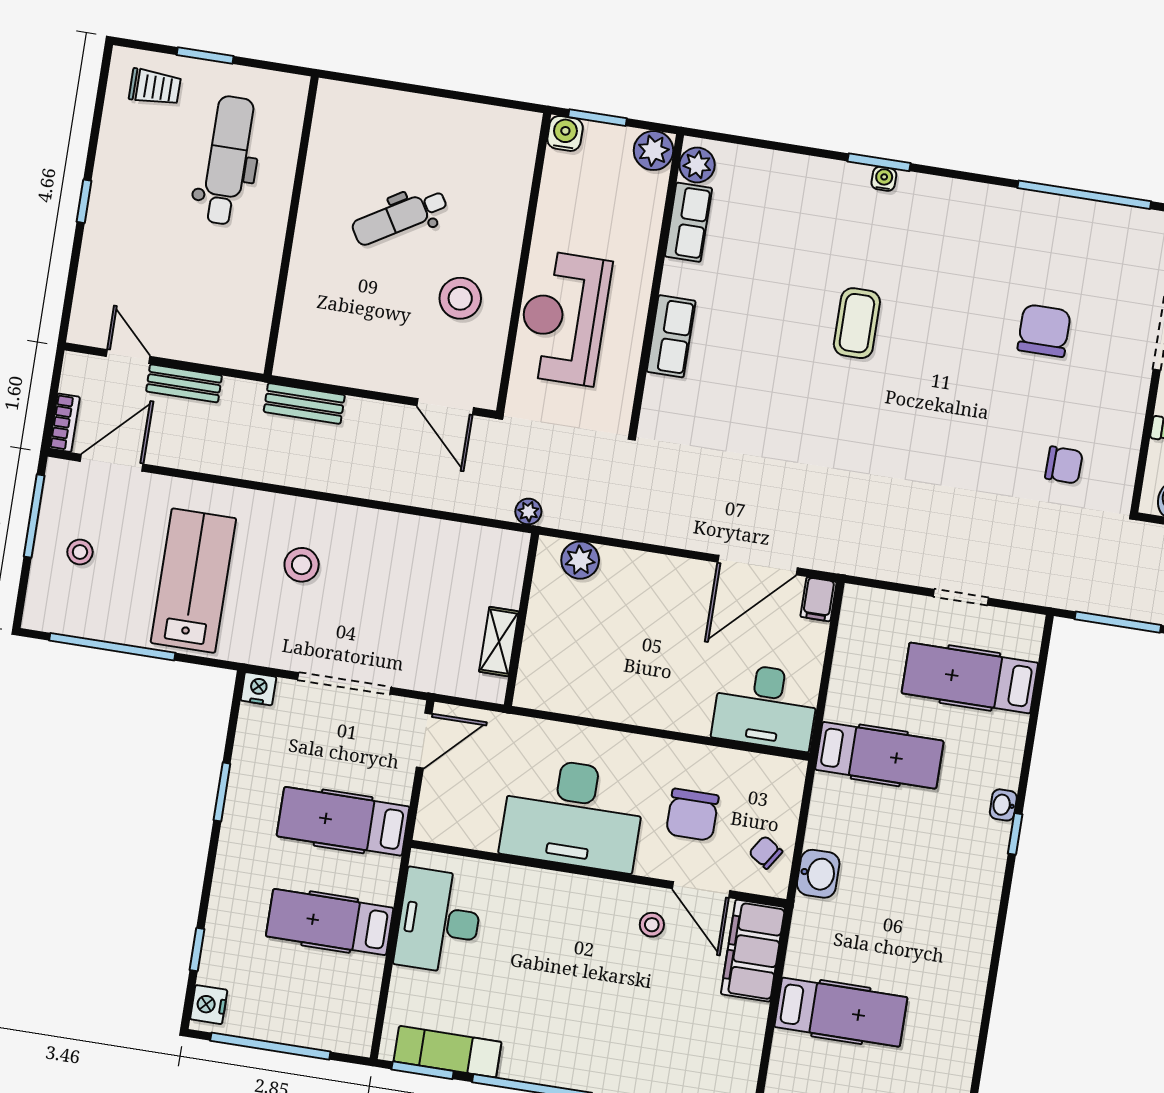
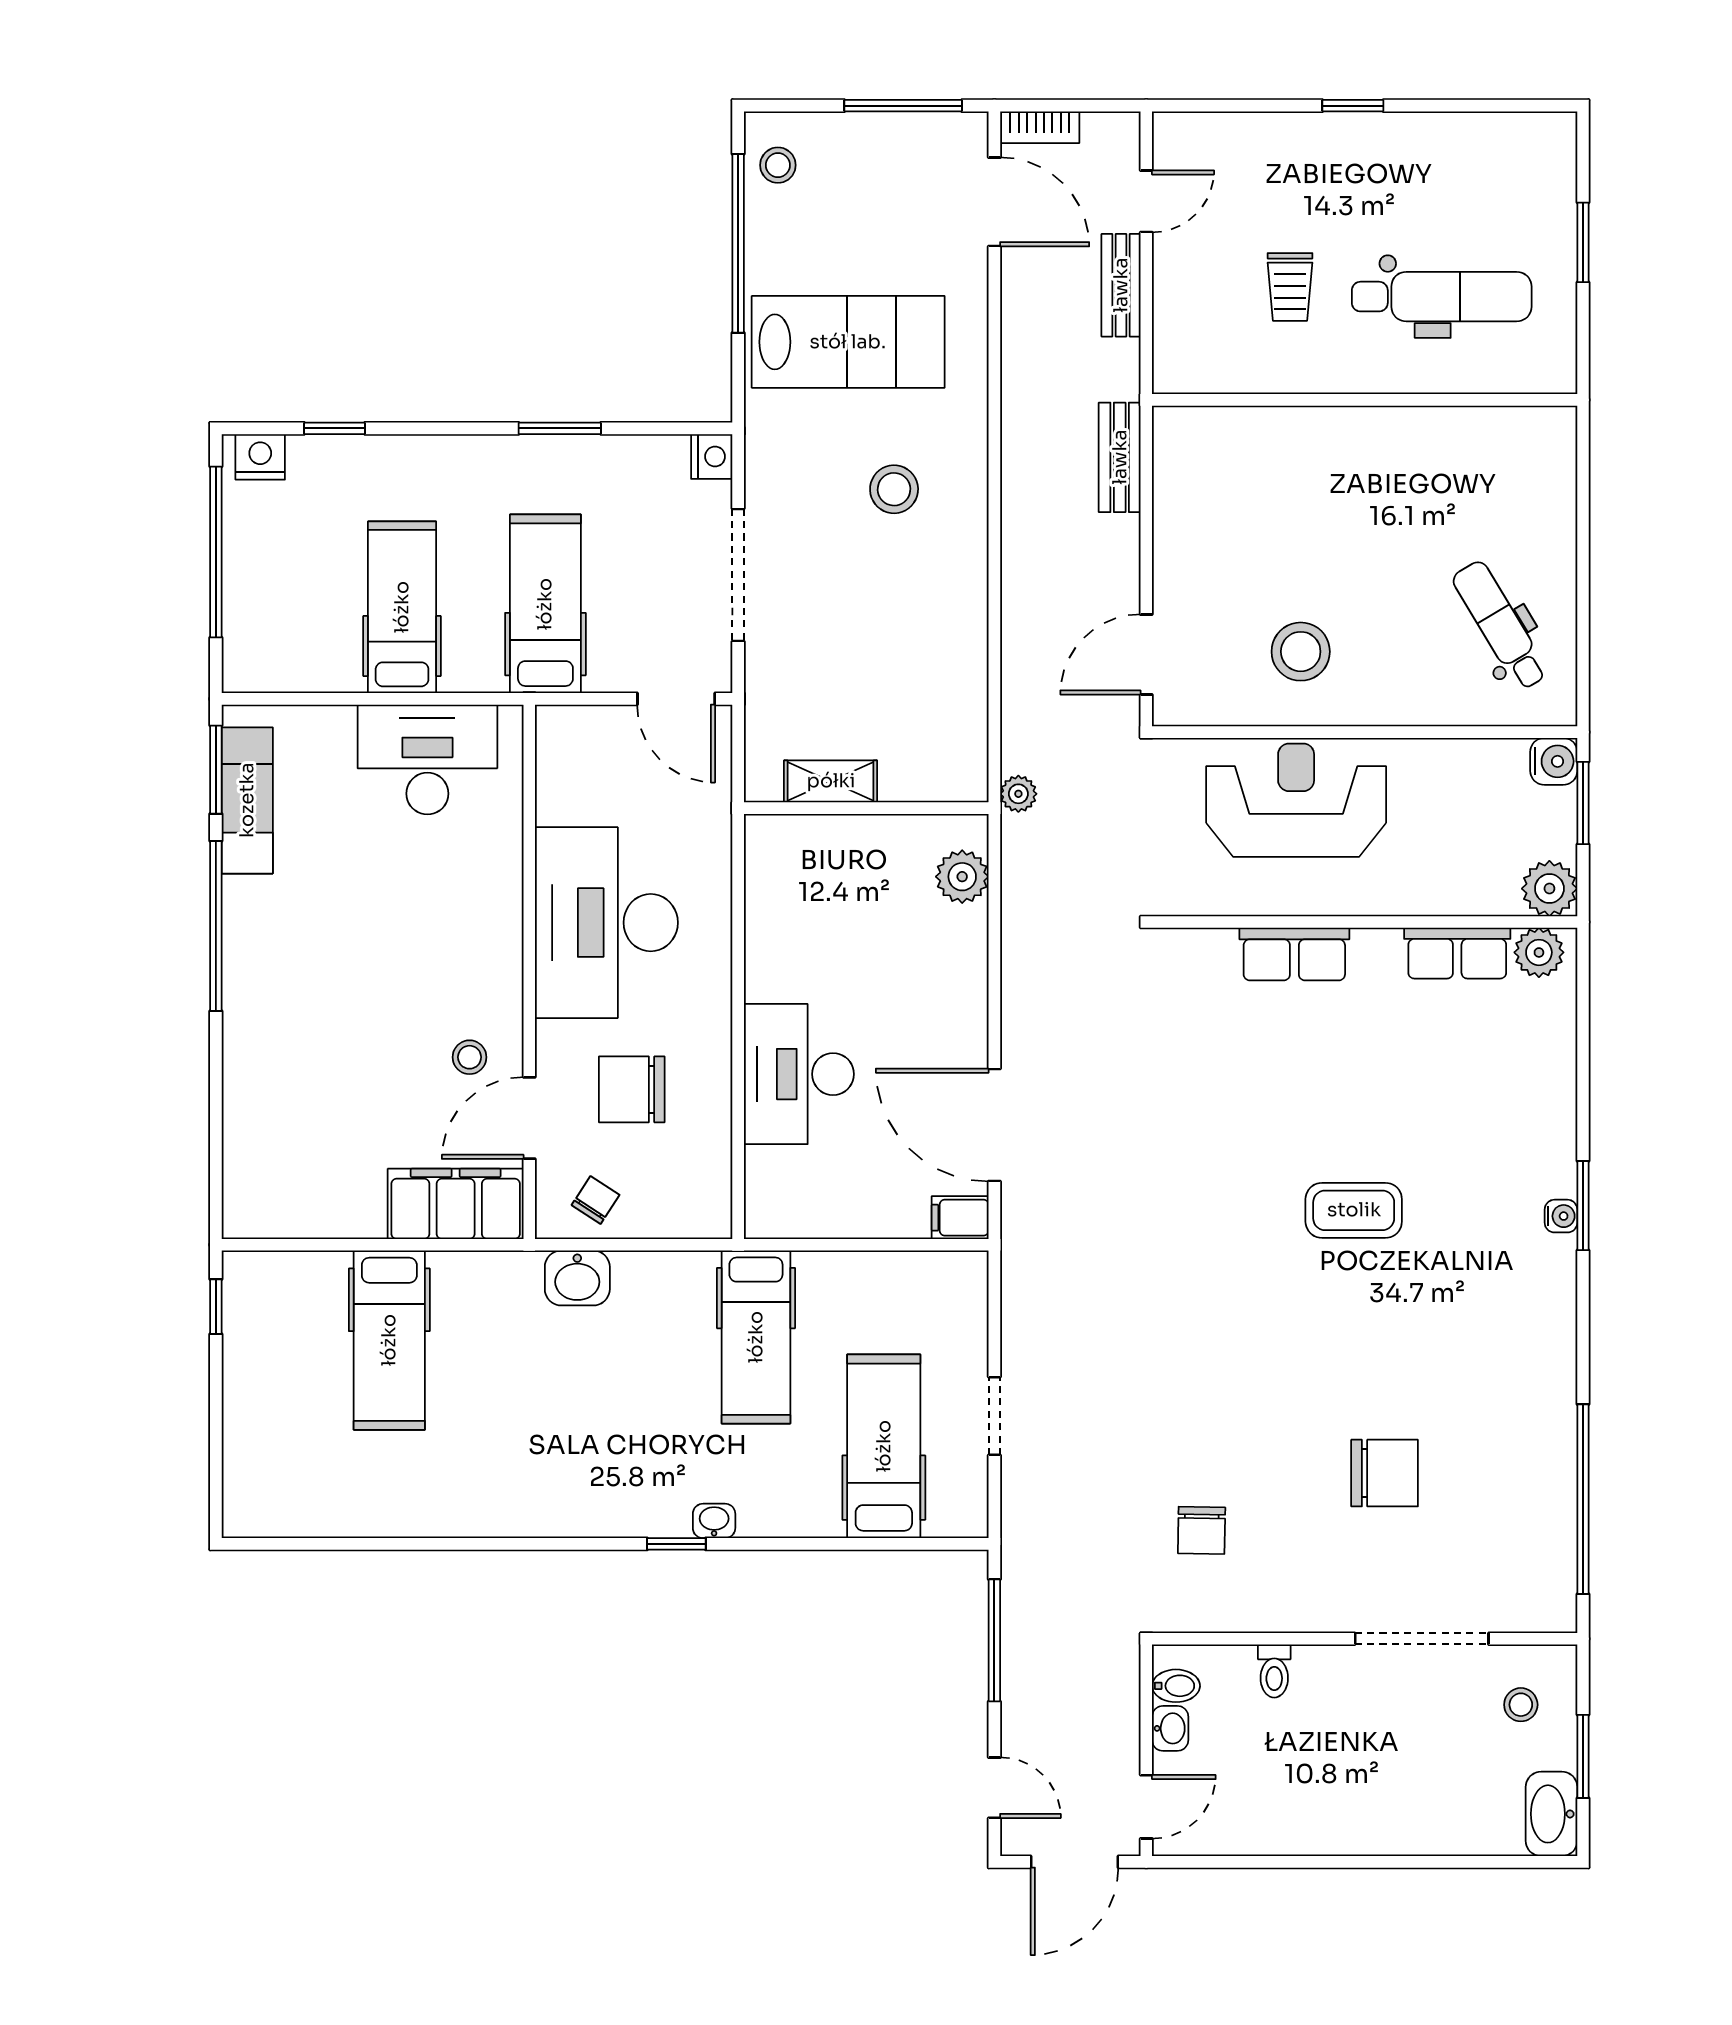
trolley: (155, 87) -> (1290, 287), moved
dental chair: (400, 217) -> (1500, 625), moved
stool: (80, 552) -> (778, 165), moved
desk: (766, 707) -> (799, 1074), moved

